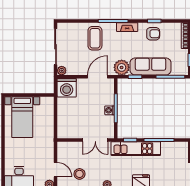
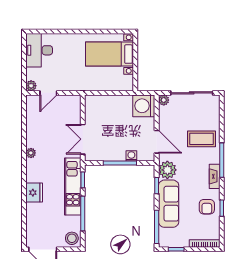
washing machine: (110, 110) -> (131, 156), moved
stool: (79, 174) -> (72, 238), moved

